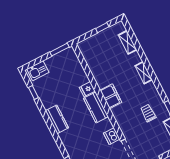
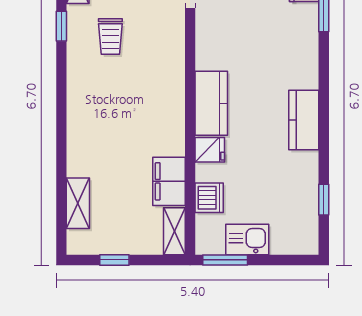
kitchen sink: (38, 71) -> (247, 240), moved
shelving: (144, 73) -> (174, 231), moved
filing cabinet: (111, 96) -> (169, 181), moved
dishwasher: (112, 136) -> (209, 198), moved

